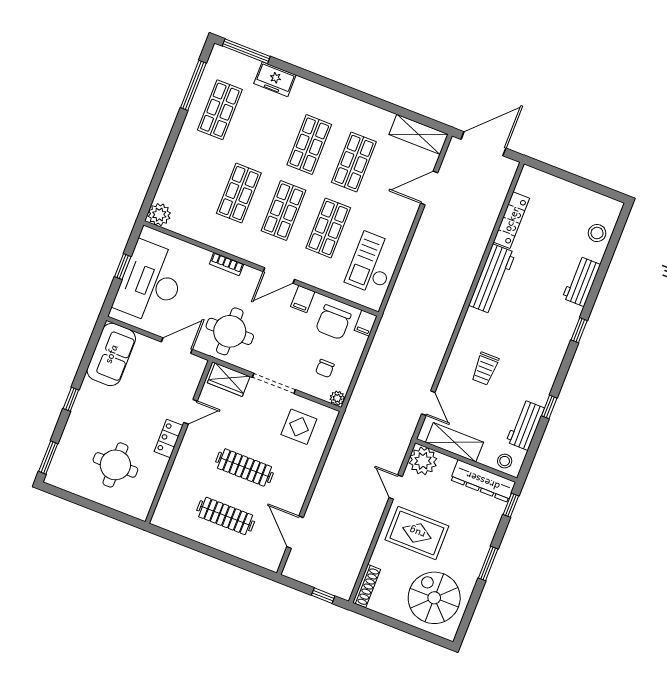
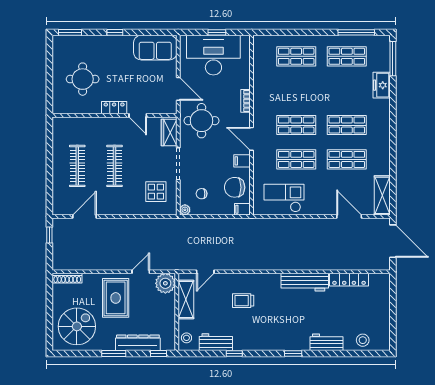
shop shelf: (239, 193) -> (296, 56), moved
plant: (159, 215) -> (261, 43), removed
dresser: (483, 481) -> (138, 343), moved, turned 90
window: (323, 596) -> (49, 235), moved

